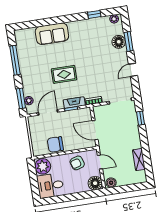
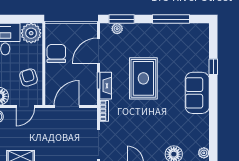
window: (94, 14) -> (213, 67), moved
sofa: (52, 34) -> (197, 93), moved
rug: (64, 74) -> (143, 78), width x1.36, depth x1.43
door: (48, 112) -> (98, 51), swing flipped

